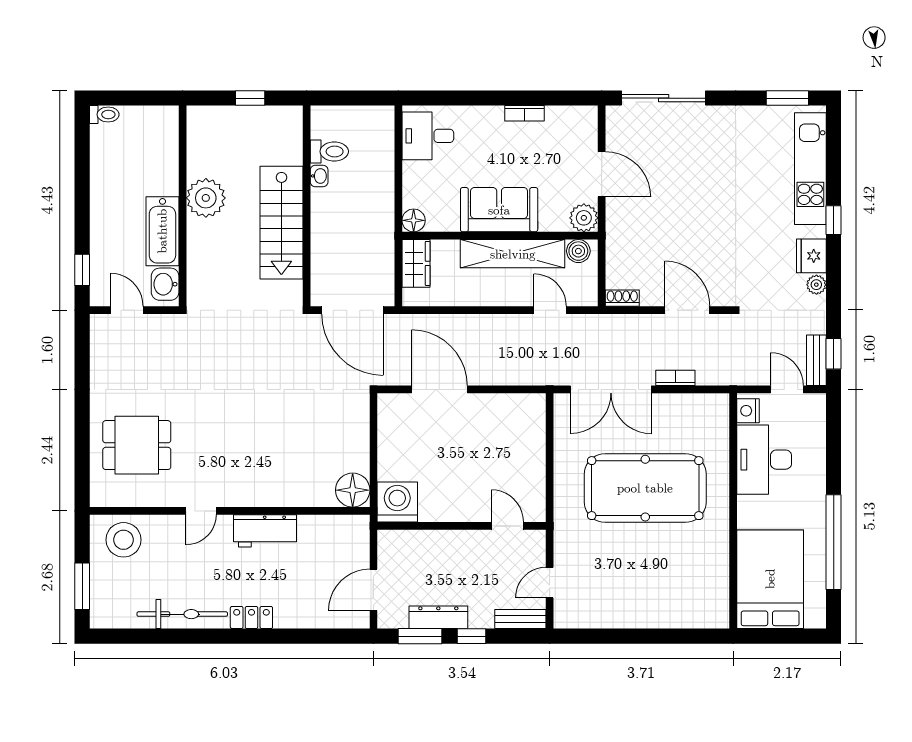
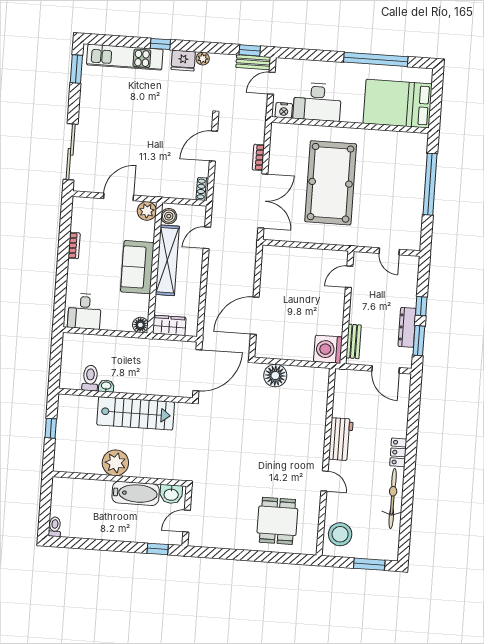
floor lamp: (353, 490) -> (275, 376), moved
bench: (520, 619) -> (354, 341), moved
window: (654, 636) -> (430, 184), added

